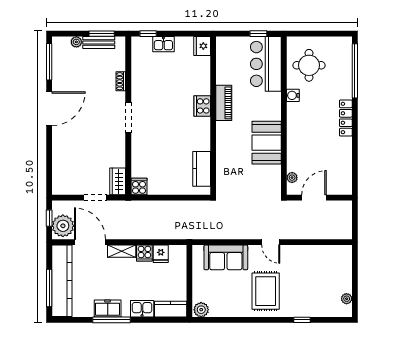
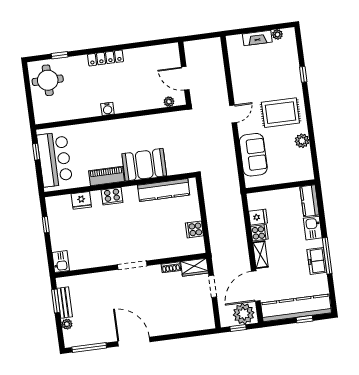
window: (148, 34) -> (46, 225), moved
kitchen sink: (163, 44) -> (61, 262), moved
fridge: (202, 46) -> (81, 200), moved
bar counter: (266, 64) -> (55, 159), moved, turned -90
round table: (309, 65) -> (48, 80), moved
window: (355, 71) -> (60, 55), width x0.32
shoe rack: (121, 81) -> (171, 267), moved
water cooler: (293, 95) -> (107, 109), moved
booth: (267, 143) -> (144, 165), moved
kitchen counter: (202, 169) -> (164, 190), width x1.50
cooker: (139, 186) -> (194, 229), moved
fireplace: (346, 277) -> (257, 38), added
window: (49, 288) -> (305, 319), width x0.46
plant: (201, 310) -> (302, 141), moved

